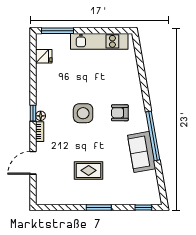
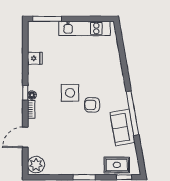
fridge: (44, 56) -> (35, 58), moved
armchair: (120, 113) -> (92, 105), moved
rug: (89, 170) -> (117, 165), moved
plant: (45, 193) -> (36, 165), added

